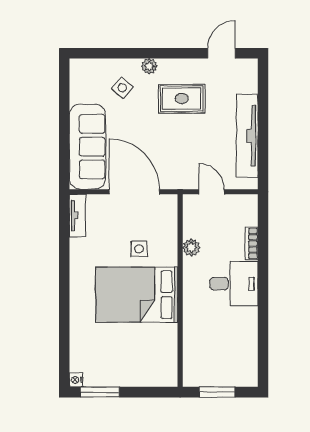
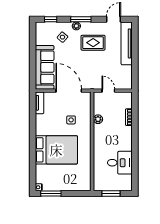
window: (99, 53) -> (51, 19), added
window: (158, 53) -> (81, 19), added
tv unit: (247, 136) -> (127, 43), moved
desk: (234, 284) -> (120, 163), moved
bed: (137, 295) -> (56, 150), moved, turned 180

